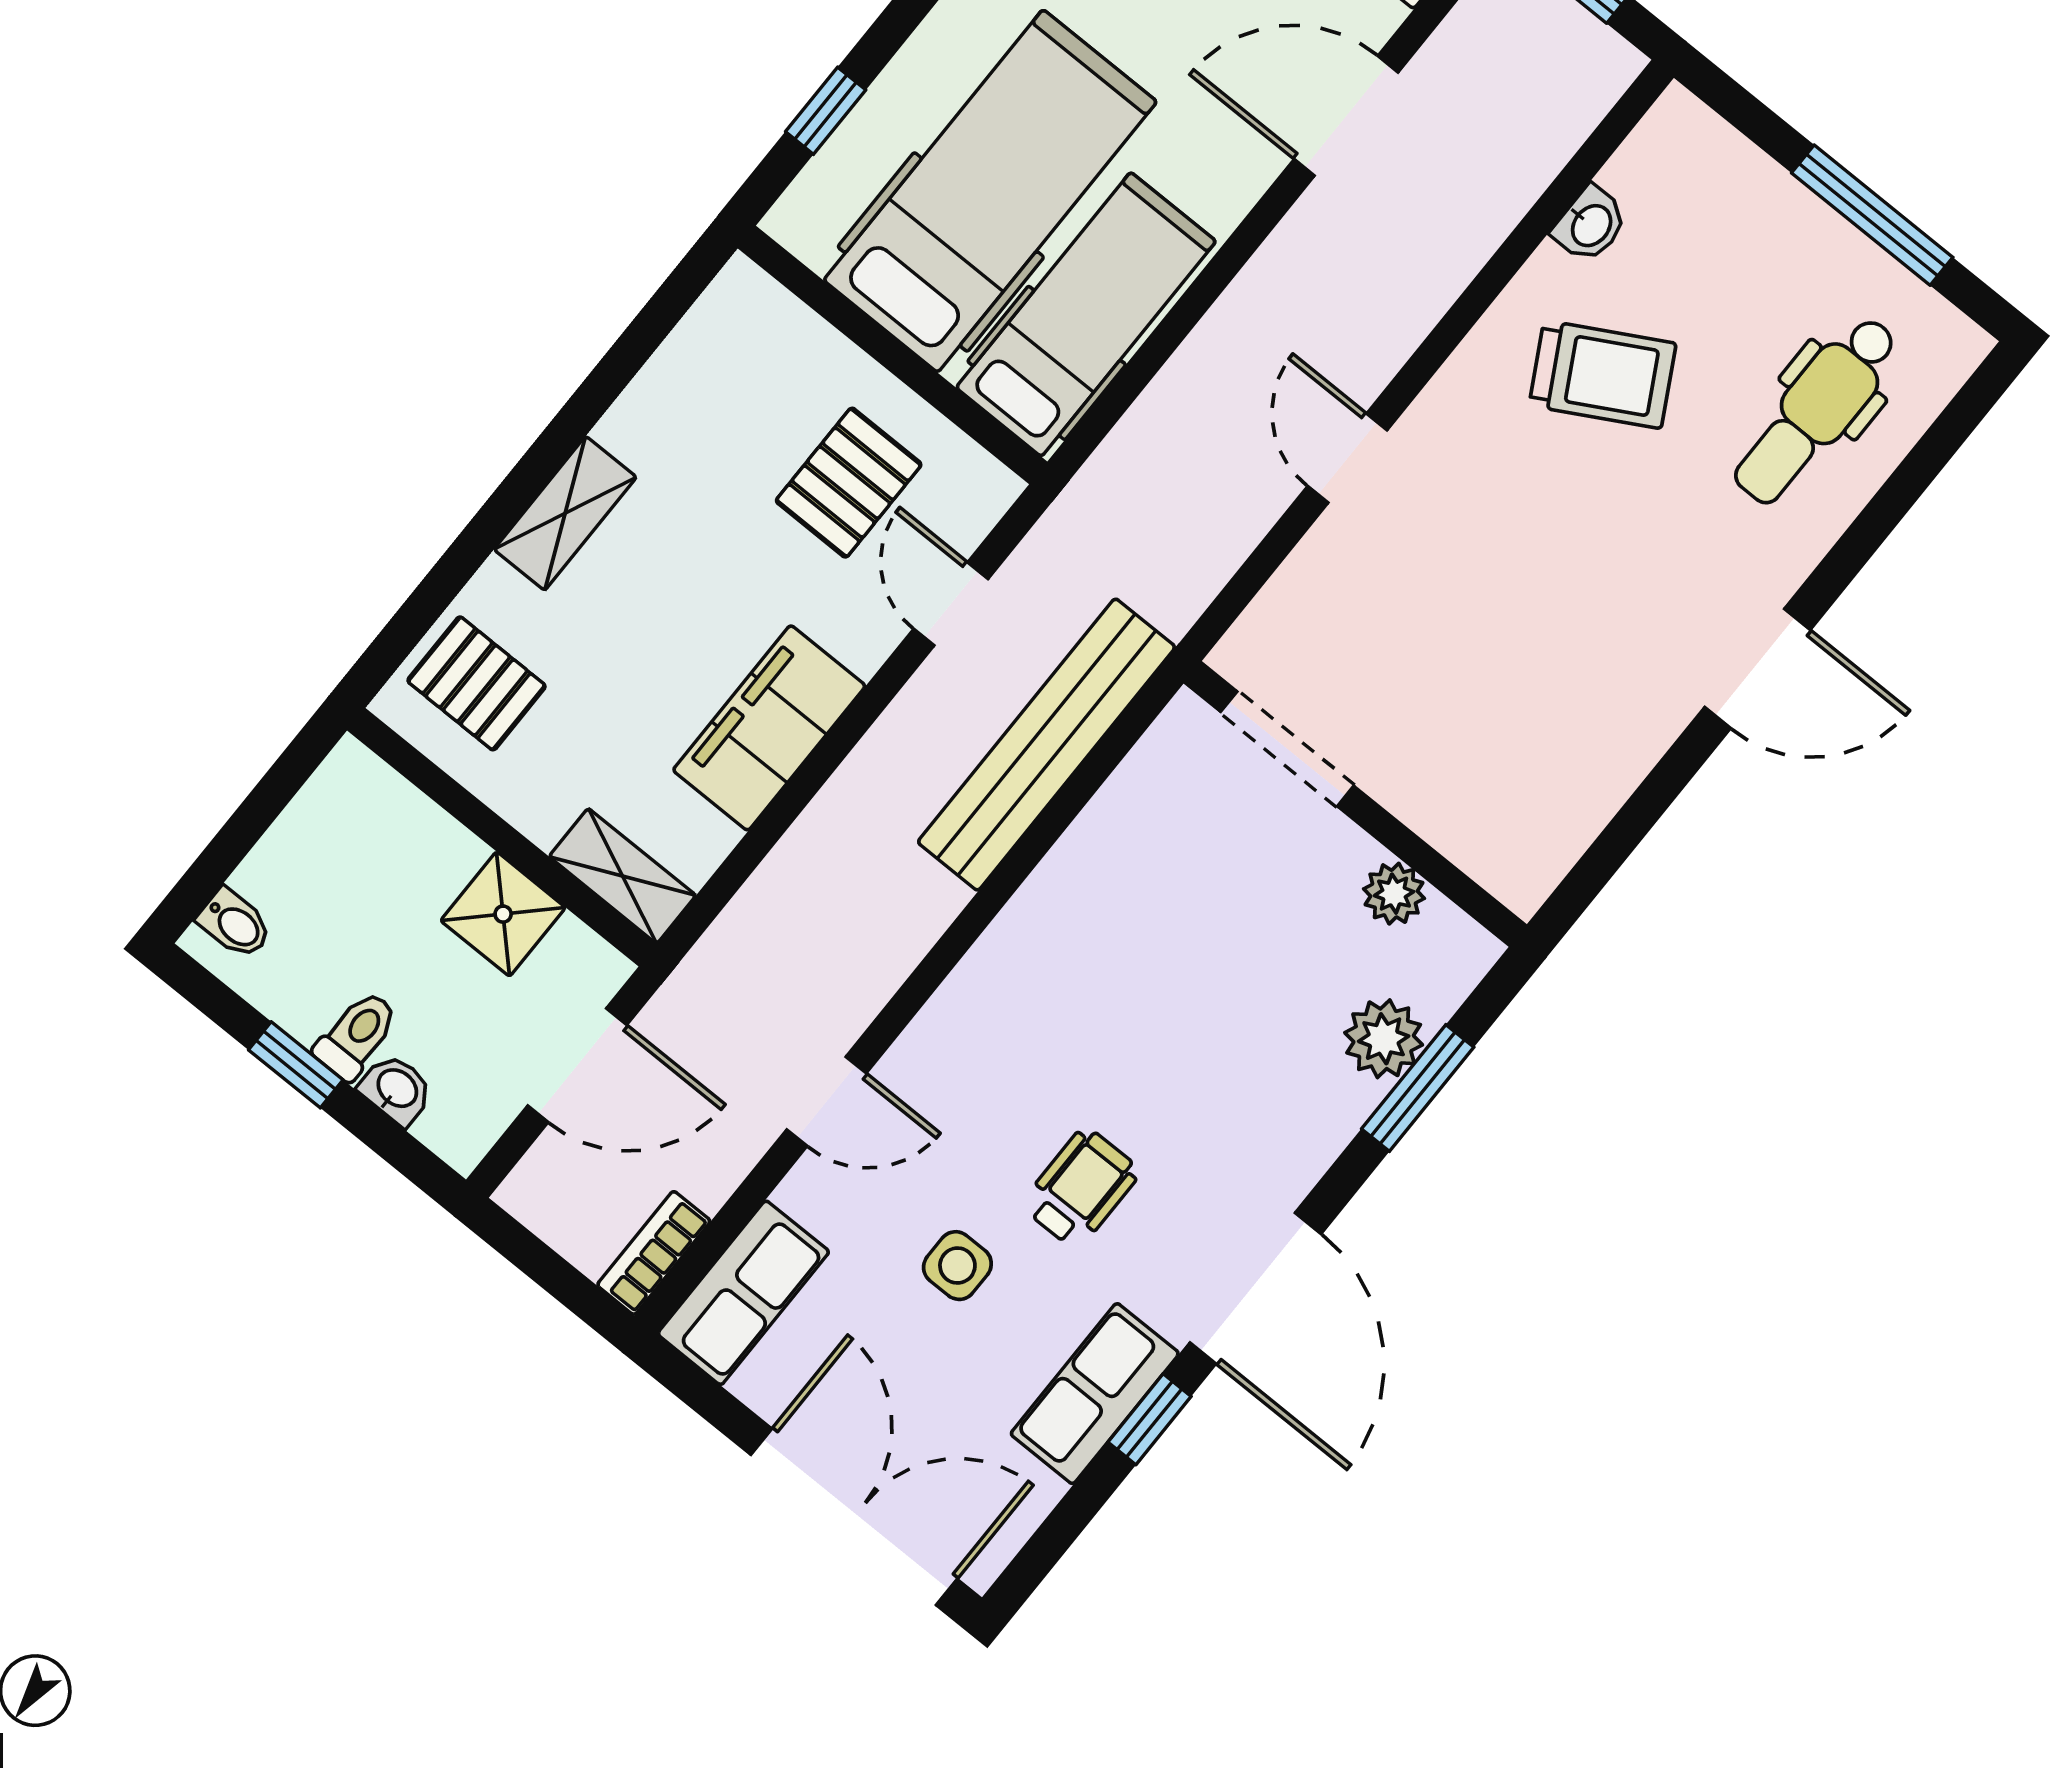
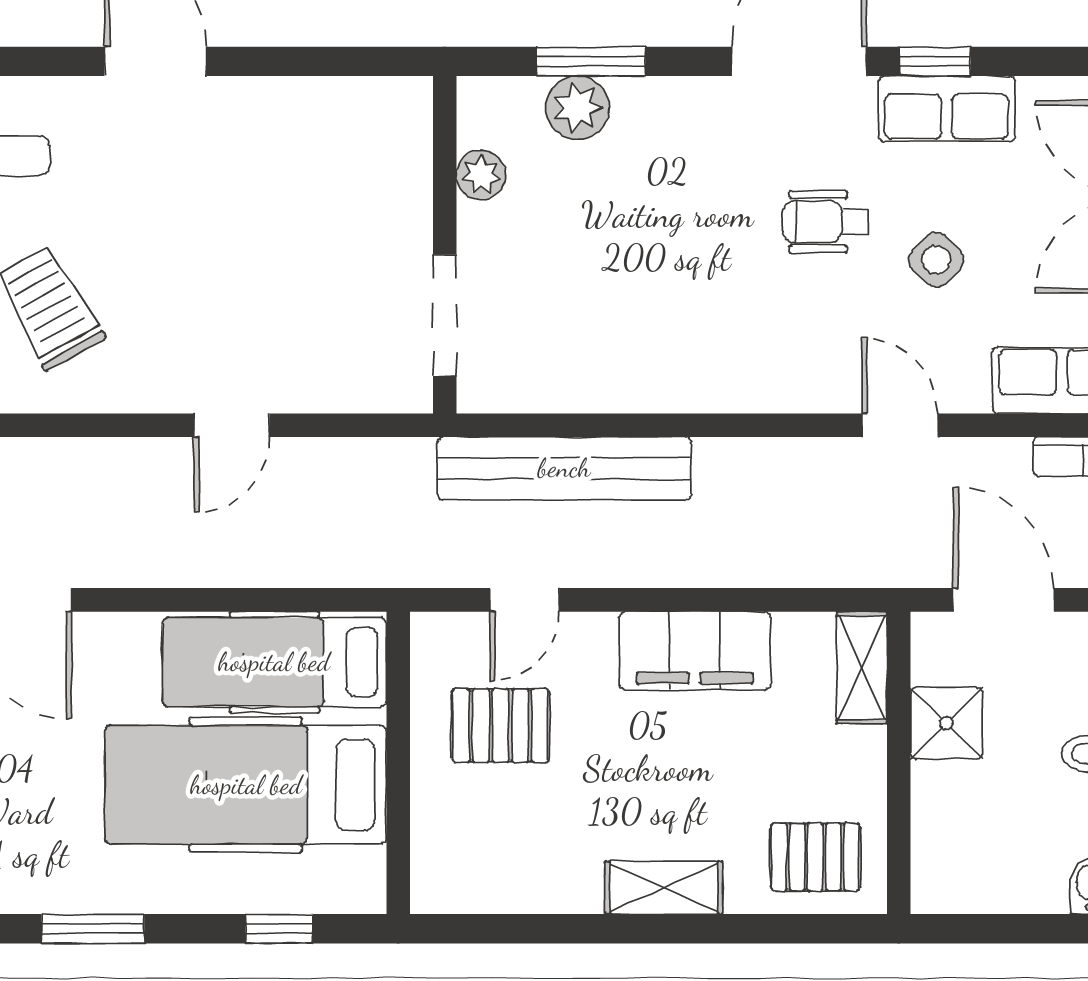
pallet: (477, 683) -> (815, 857), turned 90
side table: (957, 1266) -> (936, 260), turned 45

